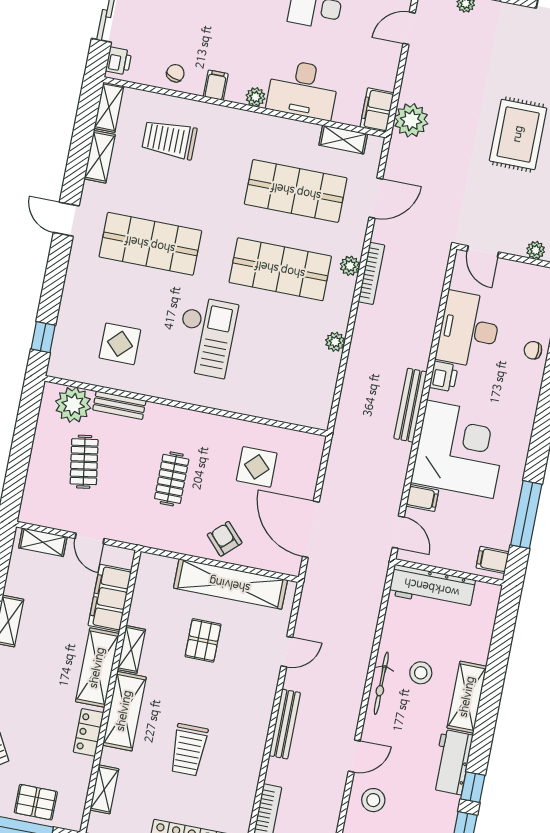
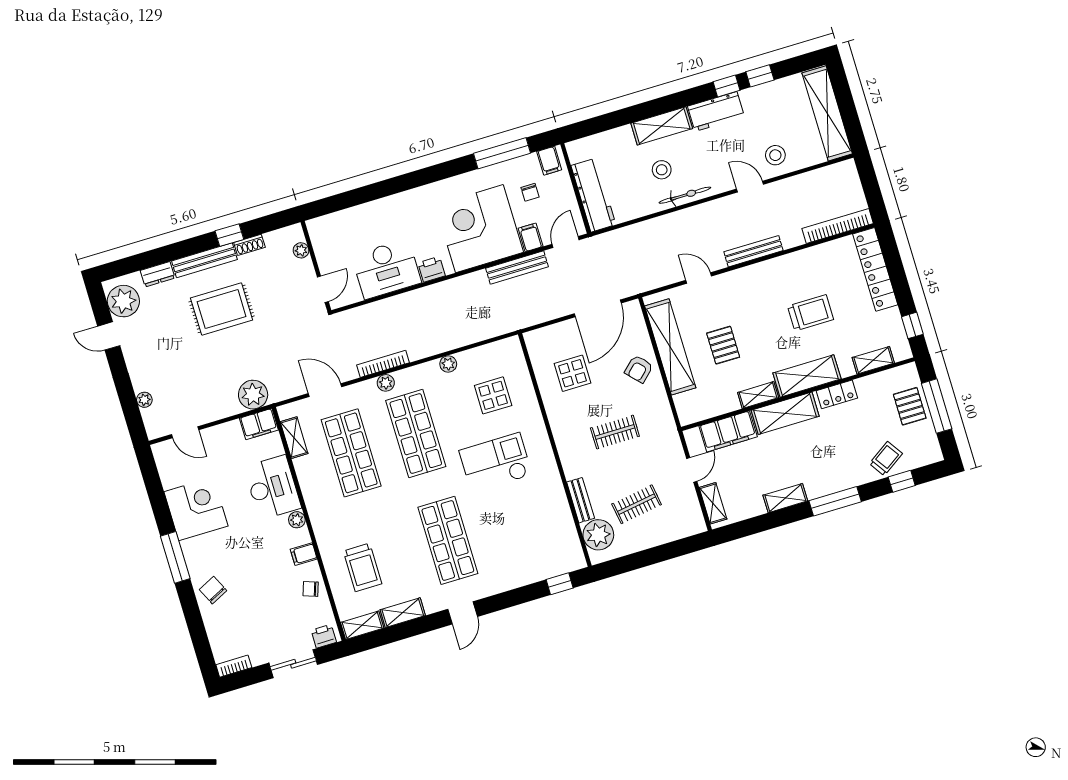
display table: (120, 344) -> (493, 395), moved
chair: (533, 350) -> (530, 192), moved
bench: (410, 405) -> (517, 268), moved
pallet: (203, 640) -> (723, 345), turned 90

